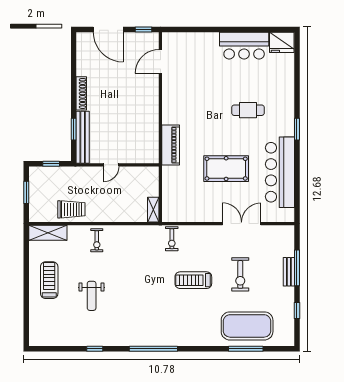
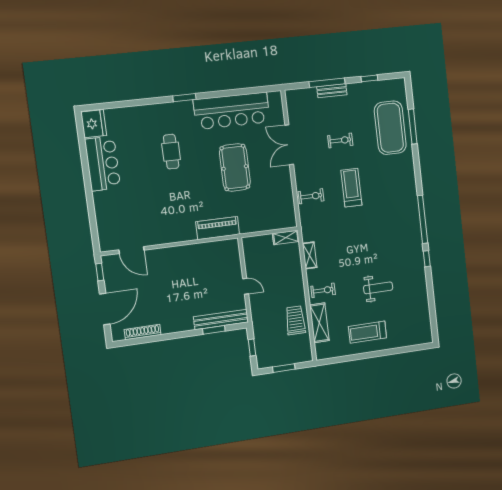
shoe rack: (81, 93) -> (143, 332), moved
shelving: (133, 231) -> (310, 255), added
shelving: (48, 233) -> (319, 323), moved
exercise bike: (172, 239) -> (311, 196), moved
exercise bike: (240, 274) -> (340, 140), width x0.73, depth x0.72
treadmill: (193, 280) -> (351, 188), turned 180
window: (95, 349) -> (427, 259), moved

